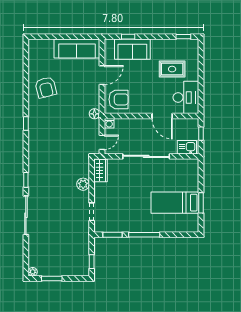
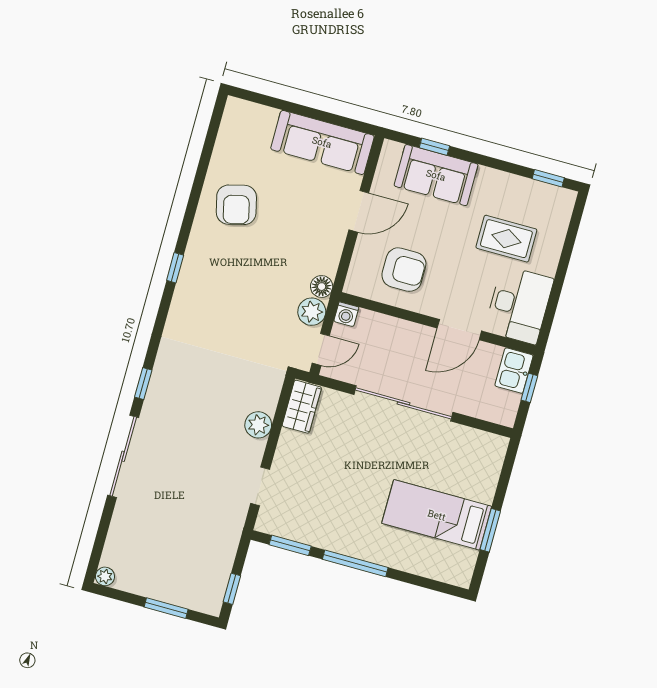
armchair: (119, 99) -> (404, 270), moved
door: (162, 116) -> (459, 330), hinge flipped
plant: (93, 126) -> (312, 312), added
kitchen sink: (187, 147) -> (514, 371), moved, turned -90
window: (52, 278) -> (166, 608), moved

